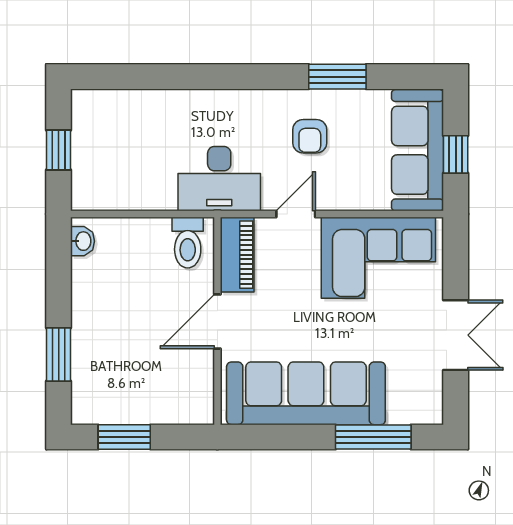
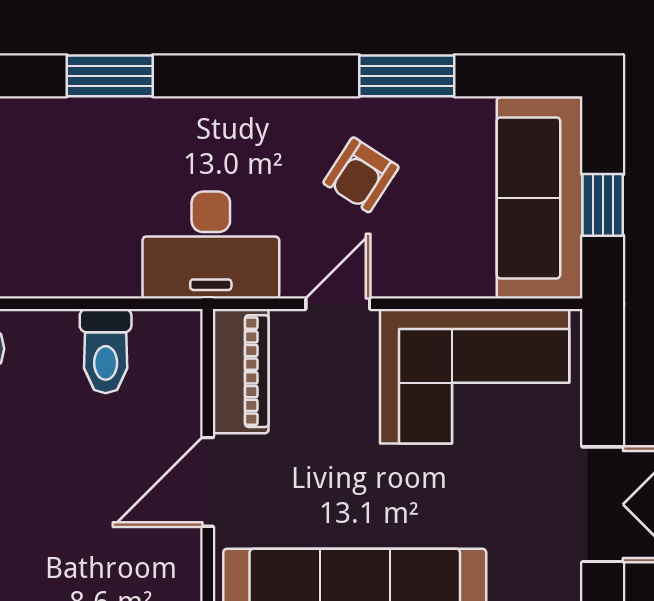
window: (158, 77) -> (110, 76), added
armchair: (310, 136) -> (361, 175), turned 33
toilet: (188, 243) -> (106, 351), moved

